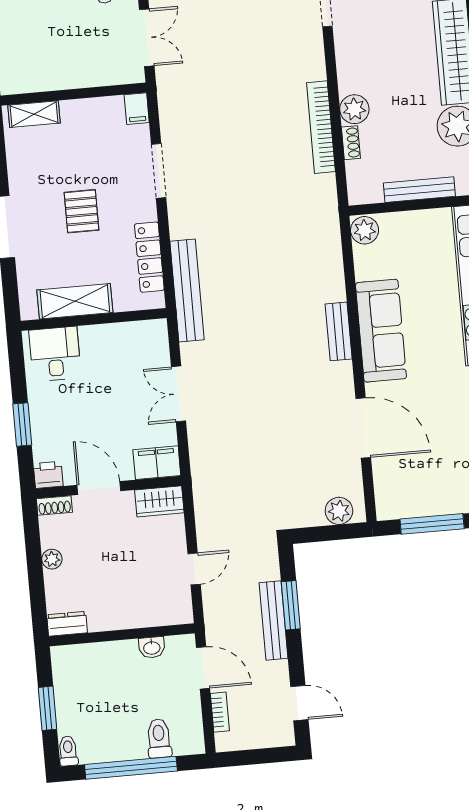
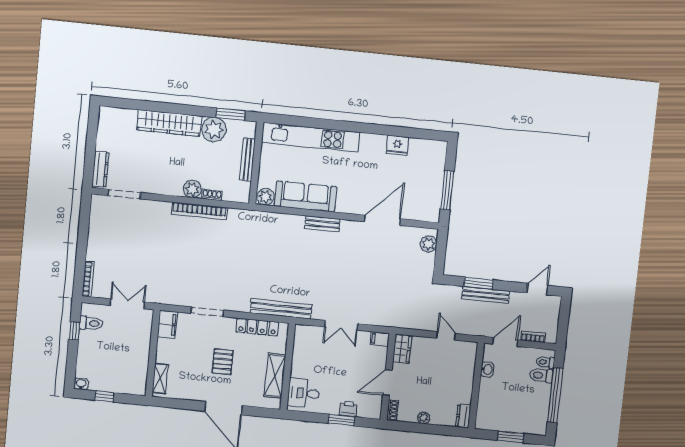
filing cabinet: (137, 109) -> (167, 324), width x2.00
pallet: (81, 211) -> (223, 362), turned 90
sofa: (381, 331) -> (306, 196), moved
filing cabinet: (157, 463) -> (380, 339), width x0.50
printer: (48, 475) -> (348, 409), moved, turned 90
toilet: (68, 751) -> (545, 362), moved

